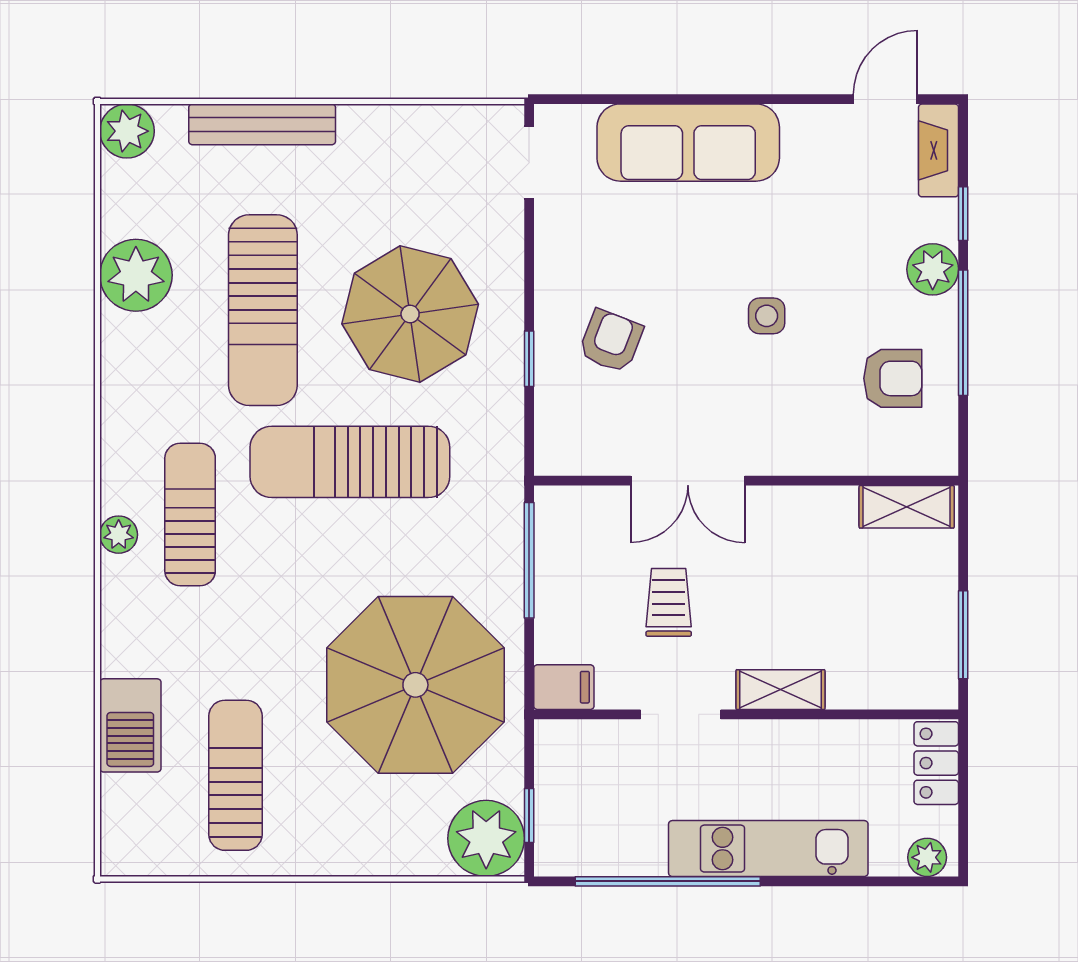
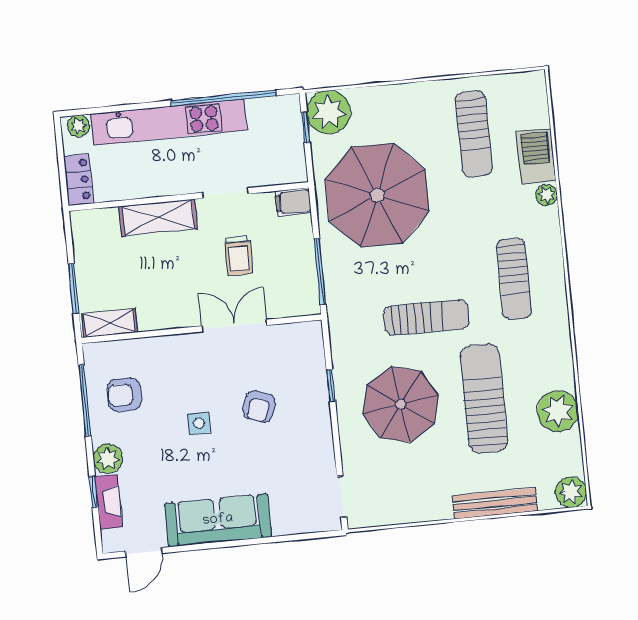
sofa: (688, 143) -> (218, 520), moved
fireplace: (939, 150) -> (109, 502), moved
window: (963, 333) -> (85, 401), moved
armchair: (611, 341) -> (259, 407), moved
sun lounger: (350, 462) -> (426, 318), width x0.73, depth x0.75
plant: (119, 535) -> (546, 195), moved
window: (963, 635) -> (74, 289), moved
shelving: (780, 690) -> (158, 218), width x1.50, depth x1.33
kitchen unit: (768, 849) -> (169, 122), width x1.36

